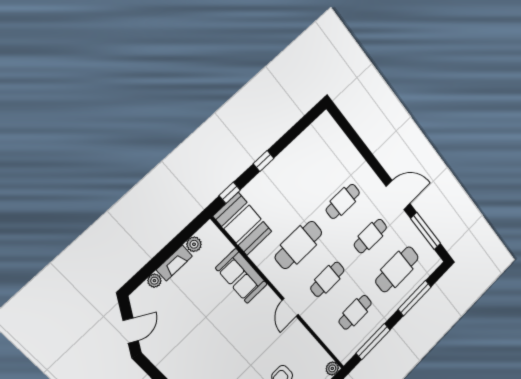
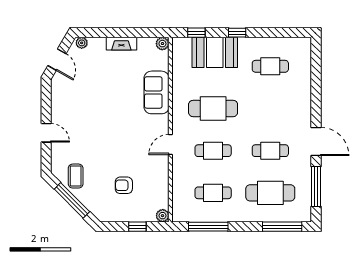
cafe table: (343, 201) -> (270, 66), moved
booth: (243, 224) -> (215, 52), moved, turned 90
plant: (194, 244) -> (162, 44), moved
plant: (154, 281) -> (82, 43), moved
window: (415, 298) -> (282, 227), moved
door: (131, 331) -> (57, 60), hinge flipped

